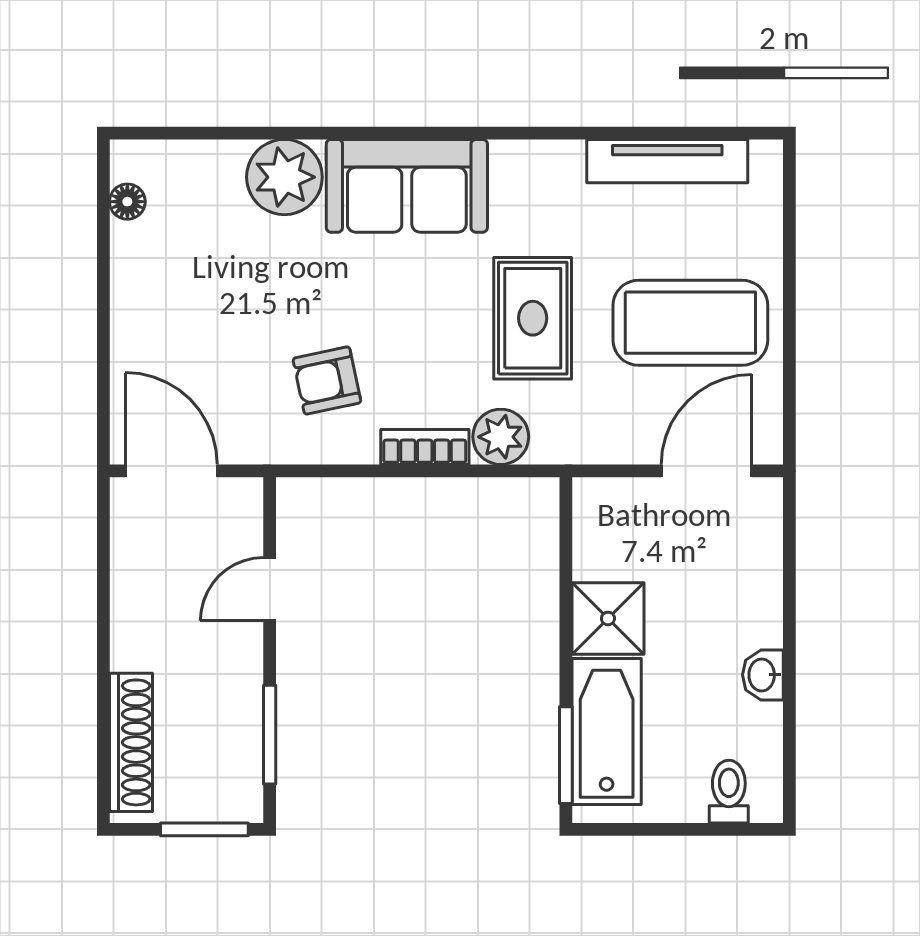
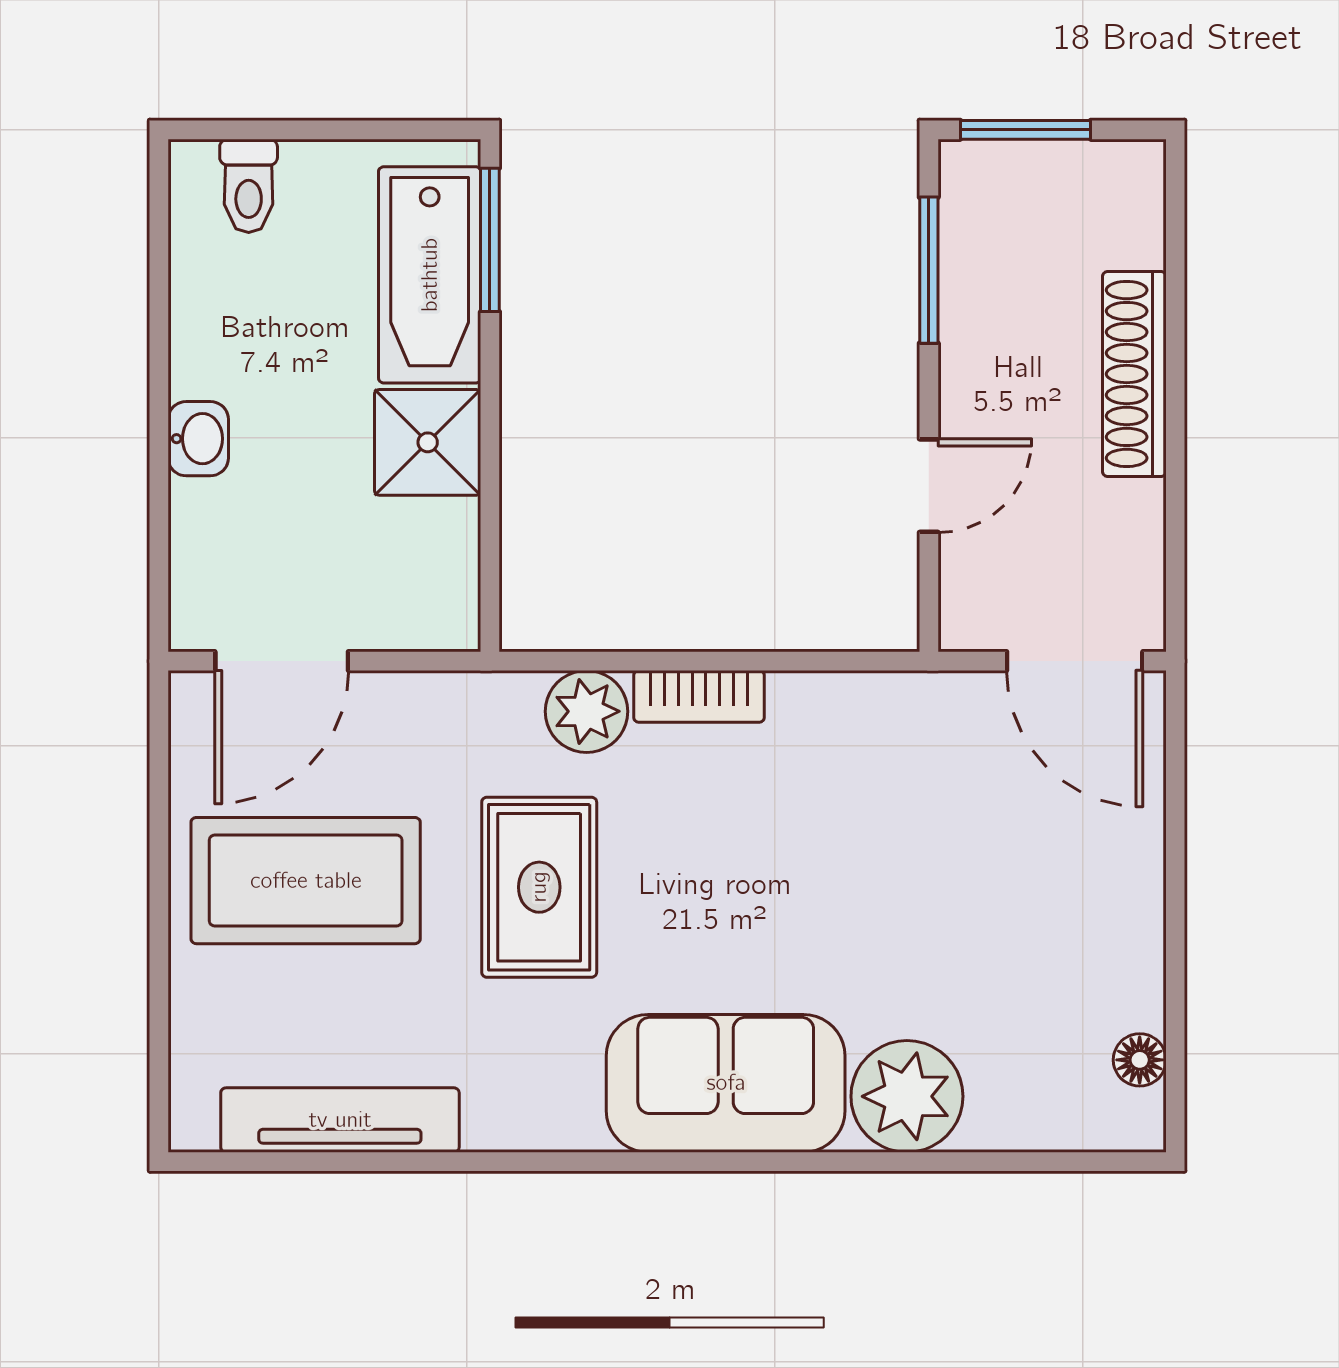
armchair: (327, 380) -> (844, 795), removed
washbasin: (763, 675) -> (198, 439), moved
shoe rack: (131, 742) -> (1134, 374), moved

